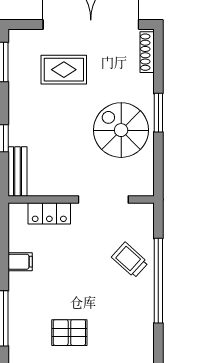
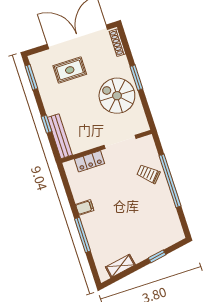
bench: (17, 171) -> (60, 136), width x1.36
filing cabinet: (20, 262) -> (85, 207), moved
pallet: (69, 333) -> (126, 230), removed

